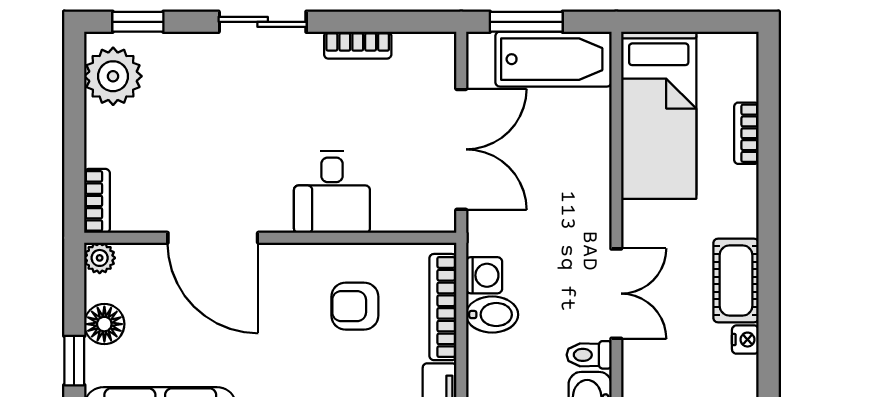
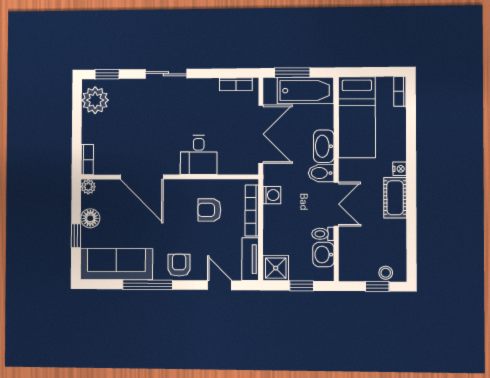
bookcase: (358, 45) -> (236, 84), moved
bookcase: (746, 133) -> (400, 91), moved
washbasin: (591, 175) -> (324, 146), added
bidet: (492, 315) -> (321, 173), moved, turned 180
nightstand: (745, 340) -> (400, 169), moved

